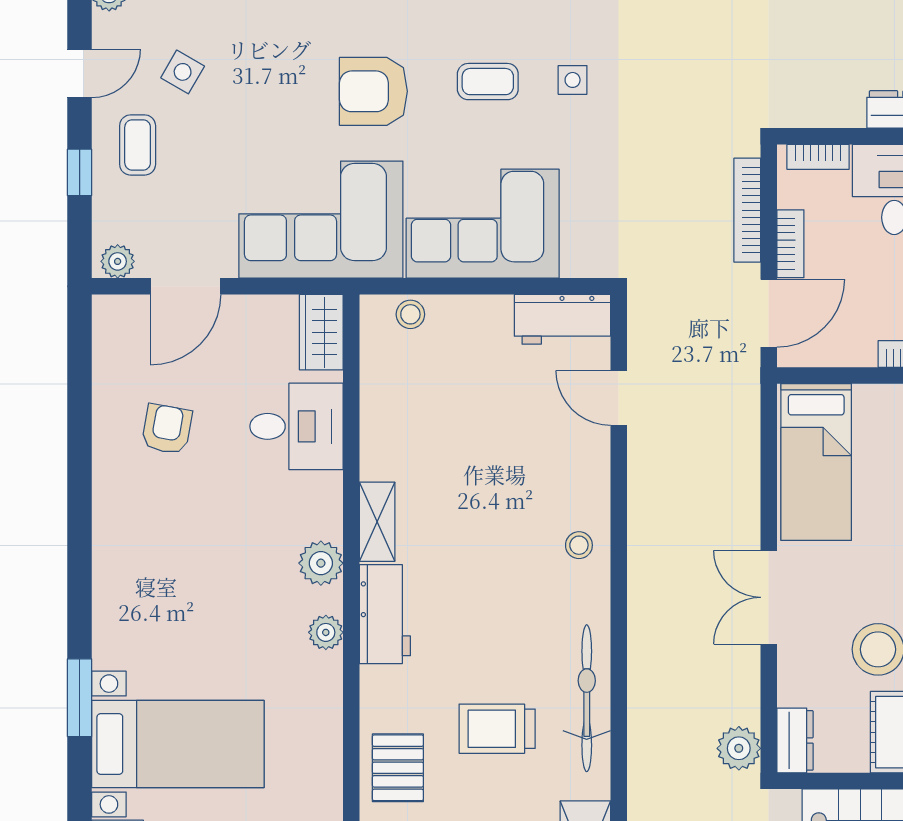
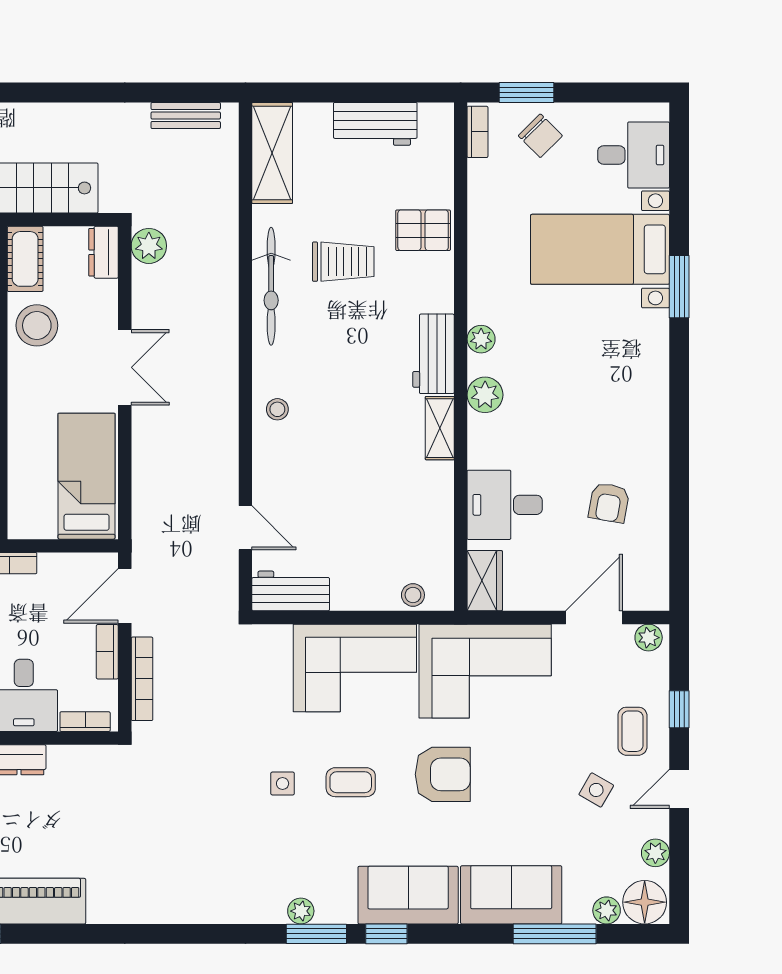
pallet: (398, 768) -> (423, 230), turned 90

